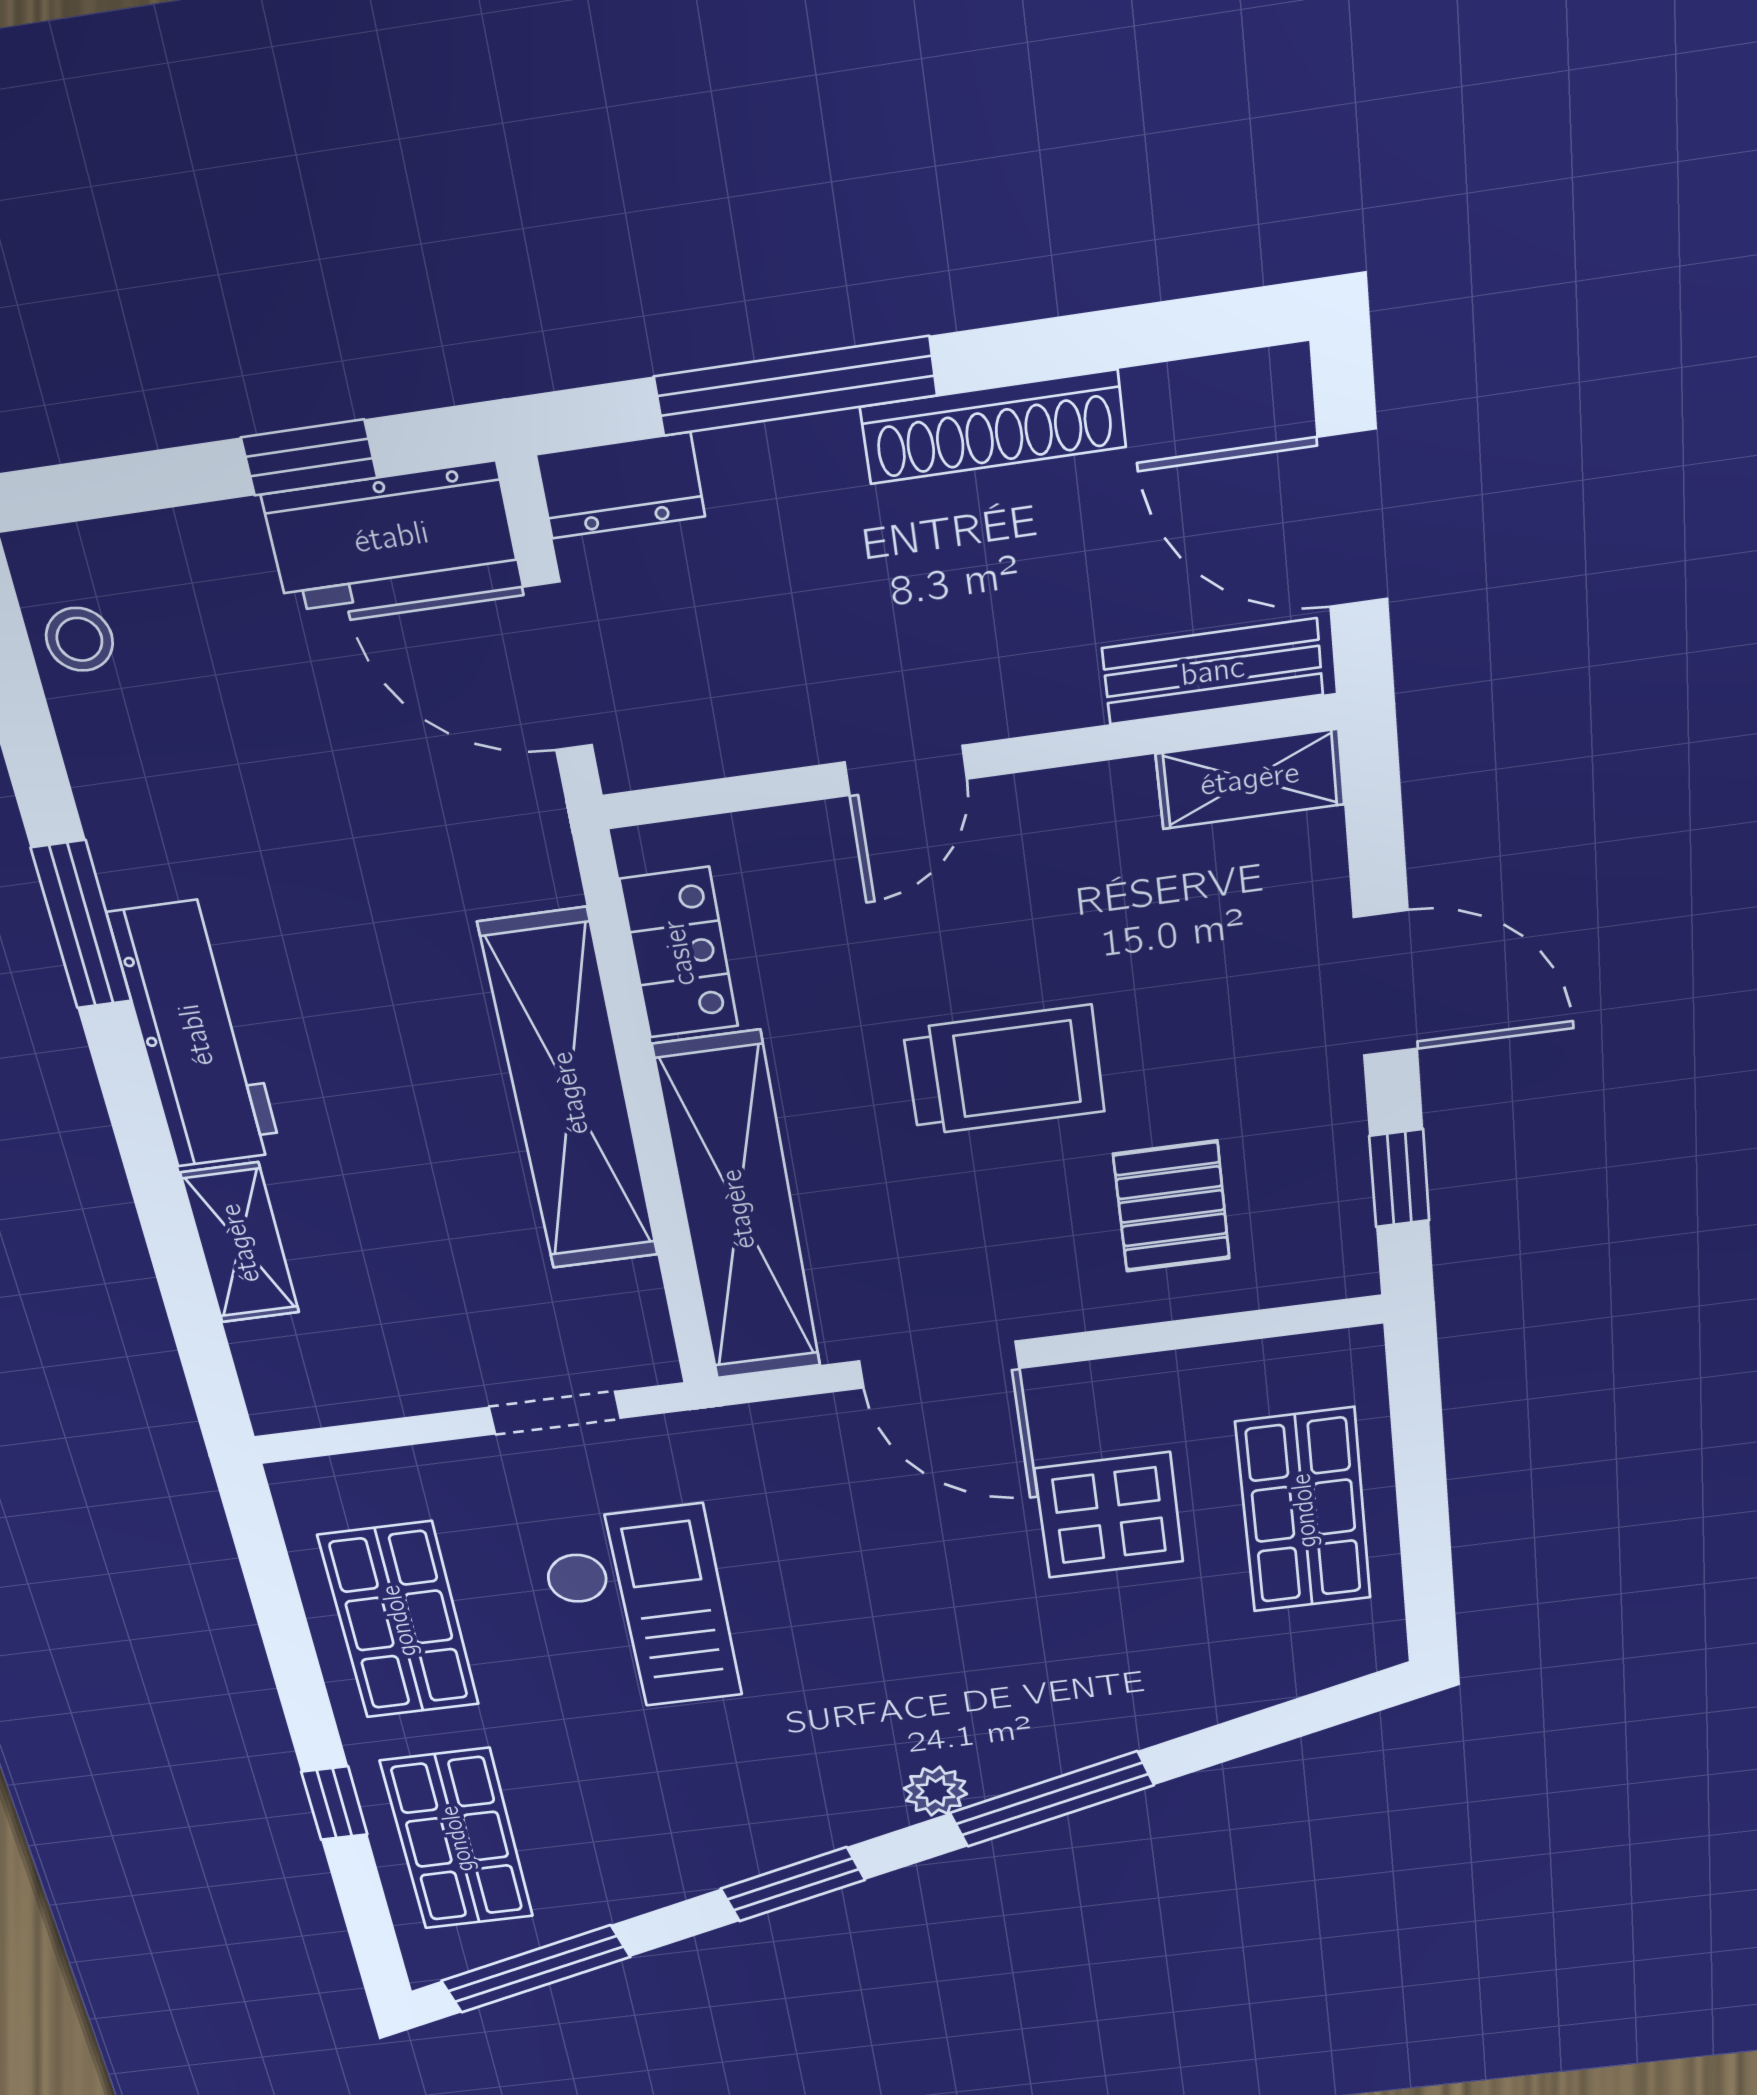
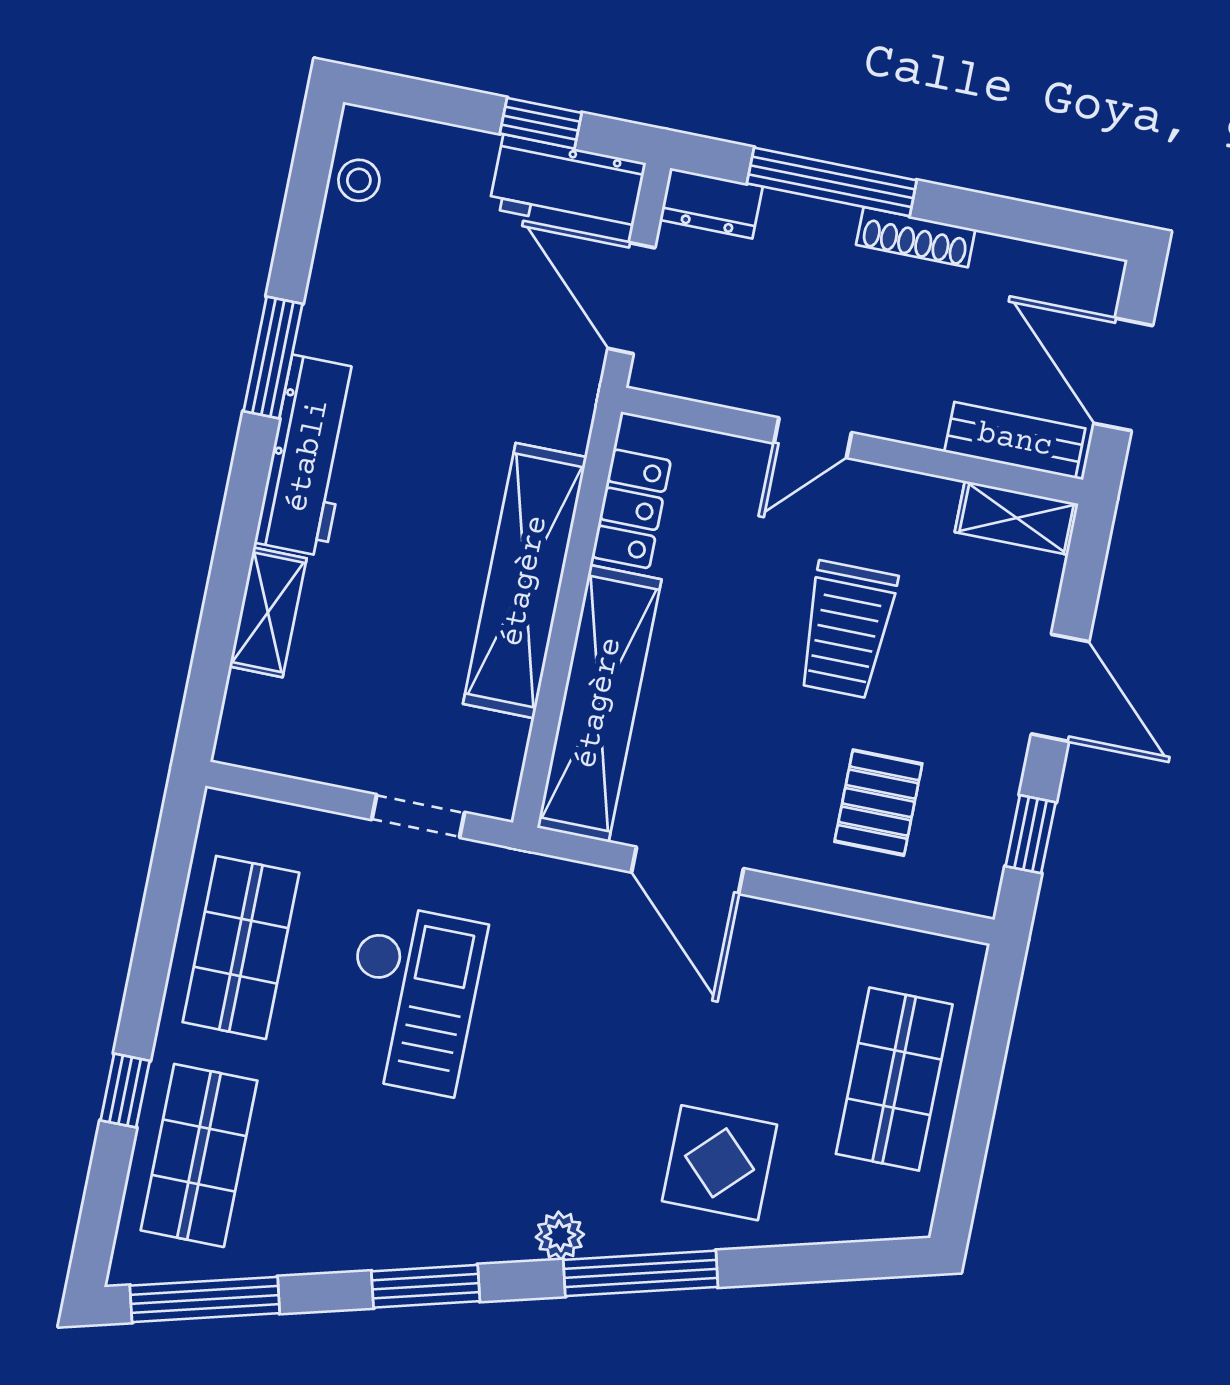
shoe rack: (993, 427) -> (916, 237), width x0.74, depth x0.81
trolley: (1004, 1071) -> (847, 630), moved, turned 90
display table: (1109, 1515) -> (720, 1163), moved

